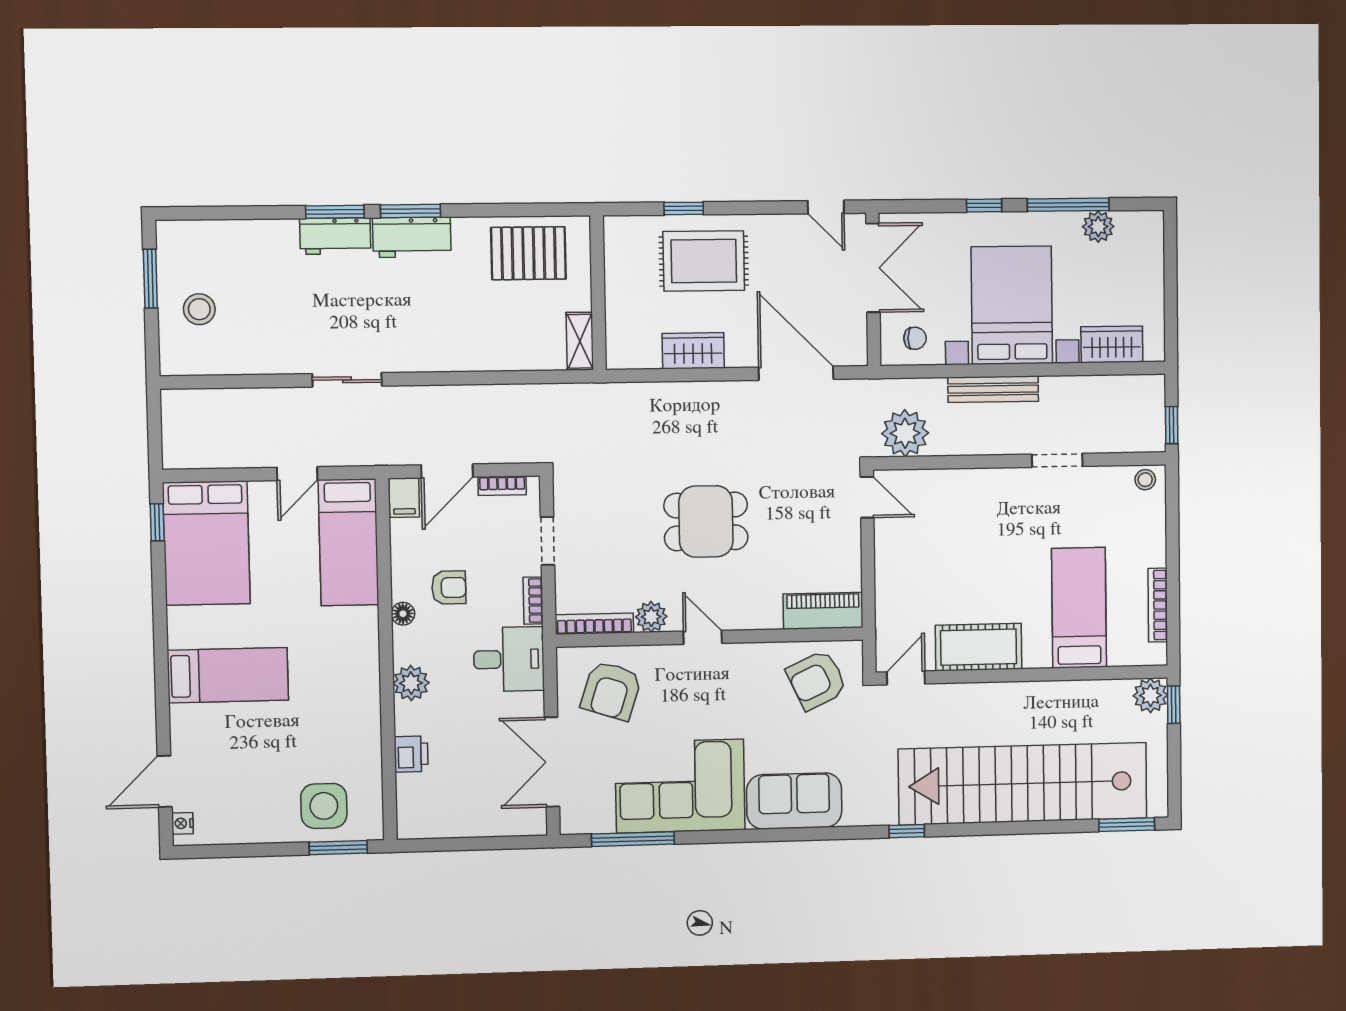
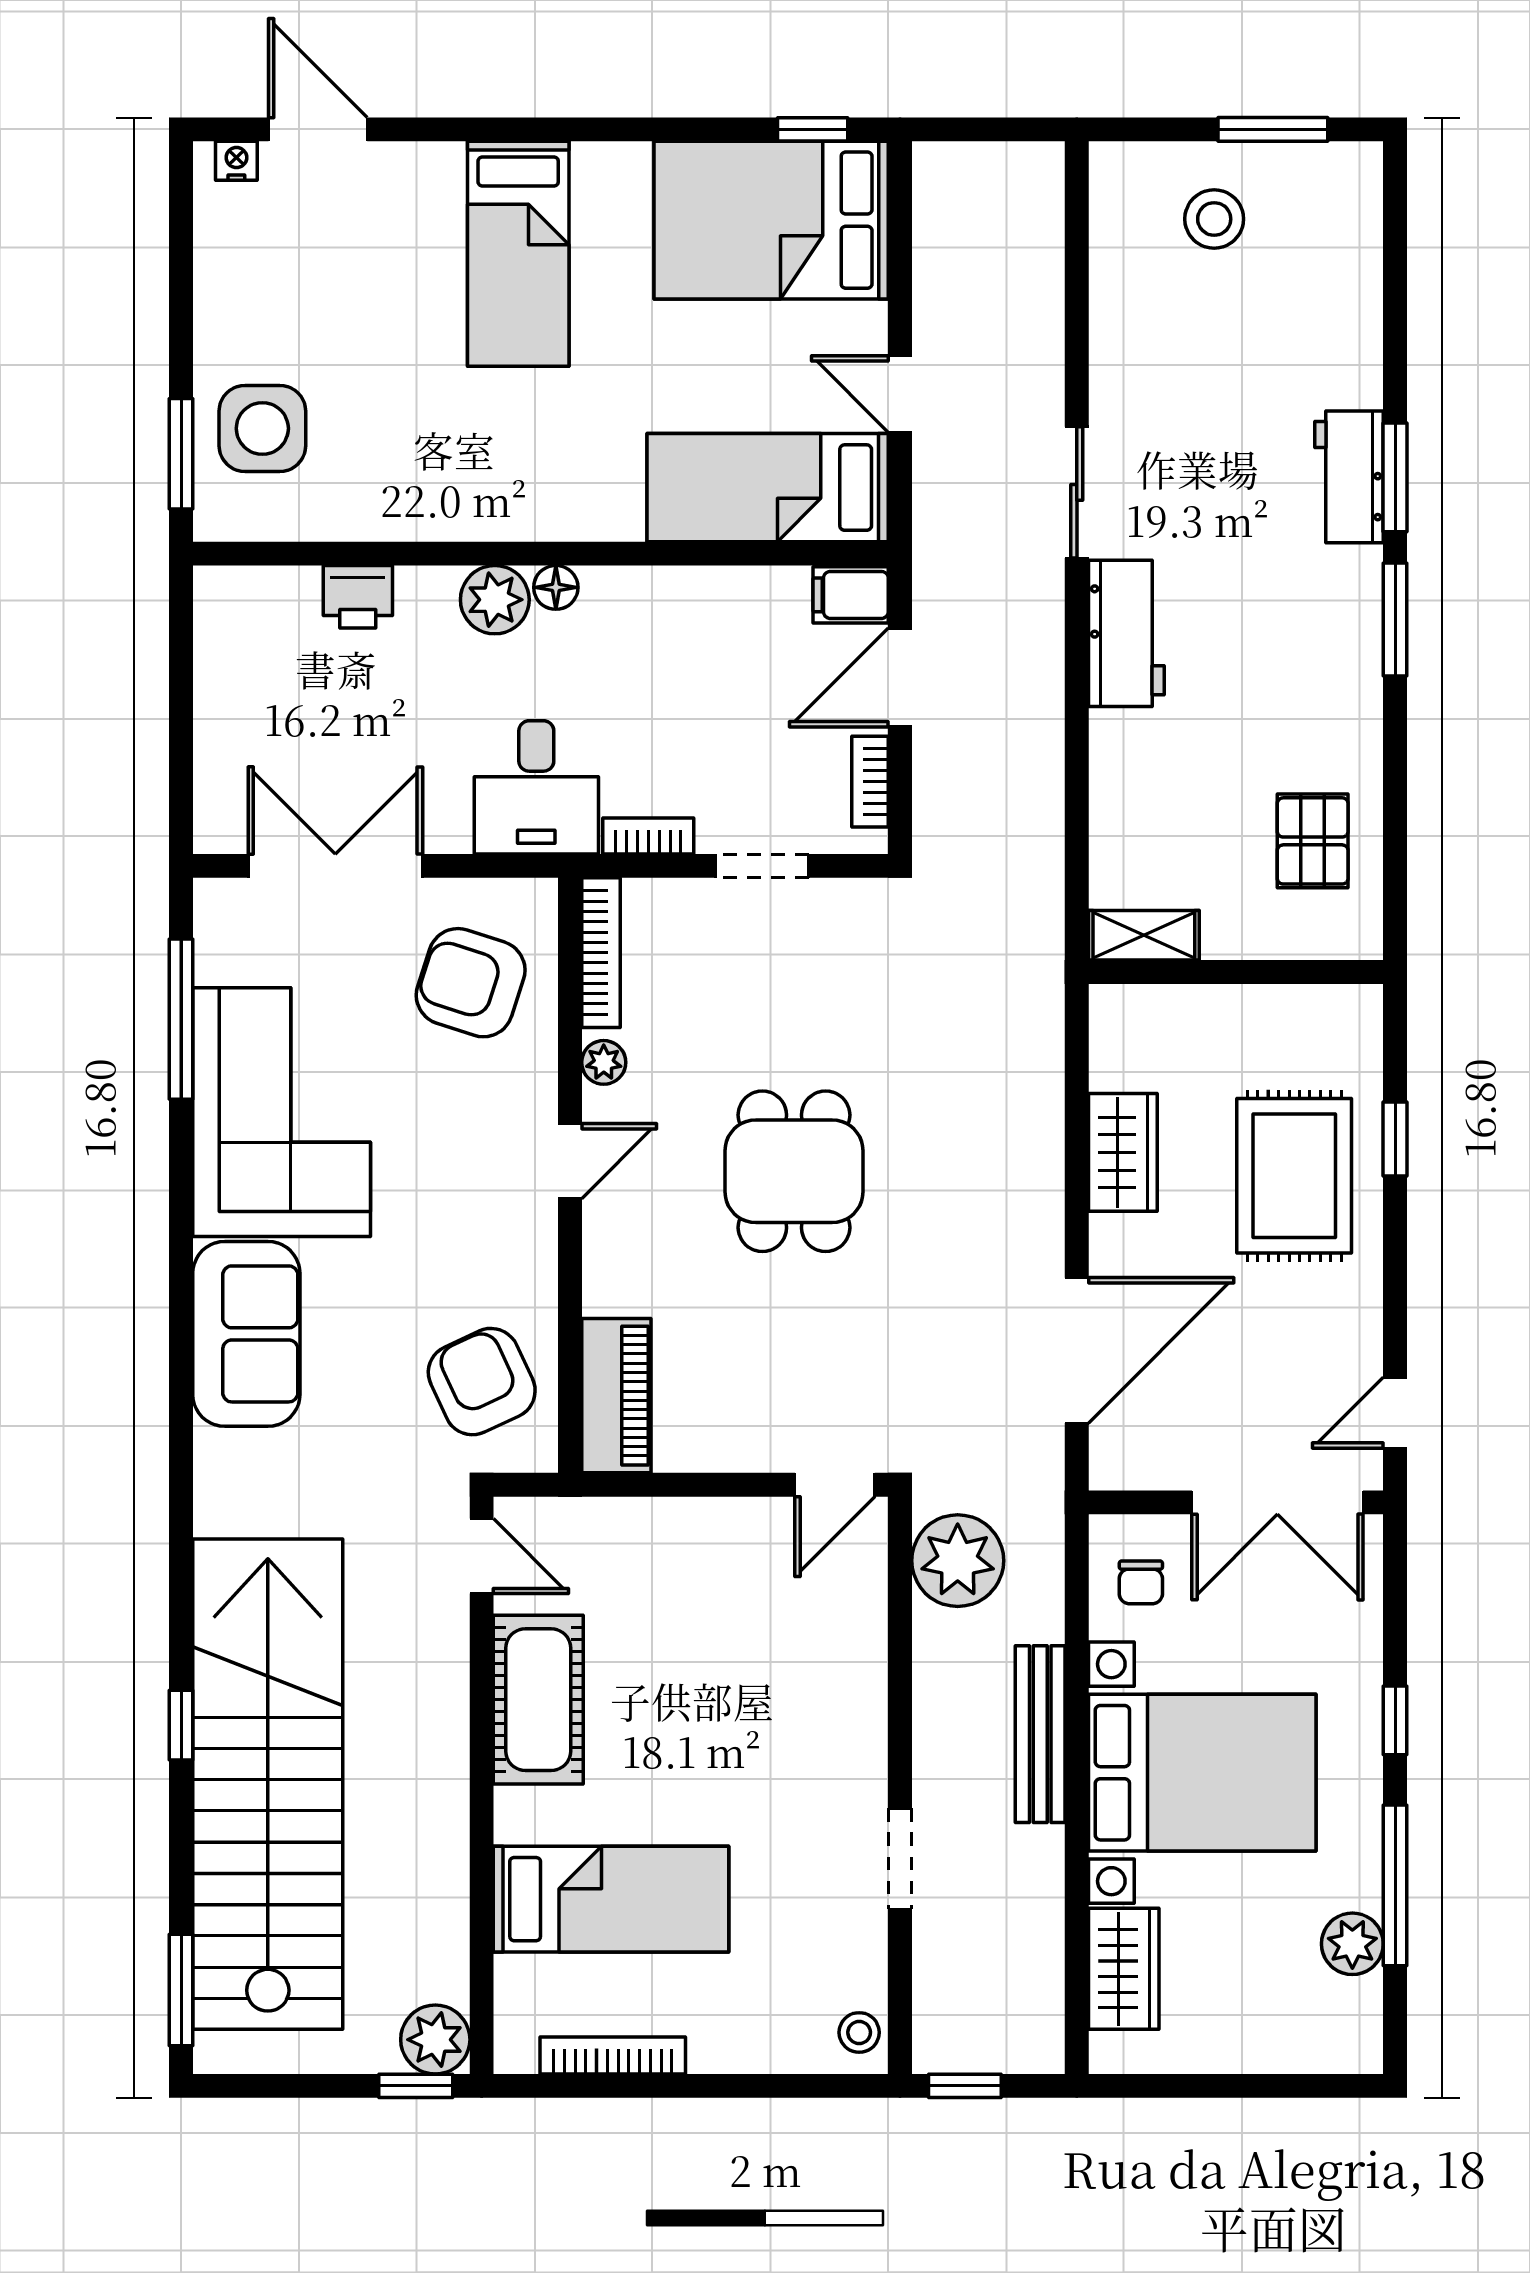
workbench: (412, 237) -> (1126, 633), moved, turned 180
pallet: (528, 253) -> (1313, 841), width x0.67, depth x0.71
door: (447, 471) -> (900, 677), hinge flipped
armchair: (449, 588) -> (677, 676), removed
floor lamp: (403, 614) -> (556, 587), moved
plant: (651, 617) -> (604, 1062), width x0.73, depth x0.73
window: (907, 831) -> (181, 1725), moved

